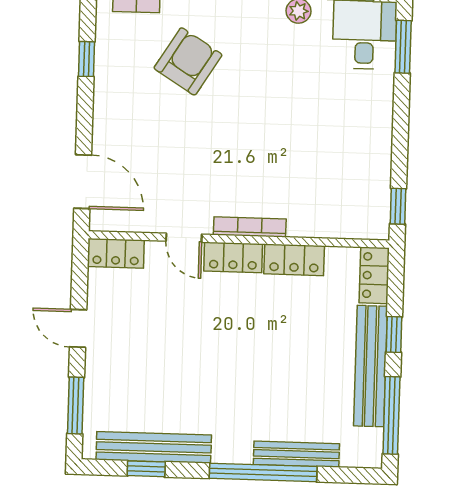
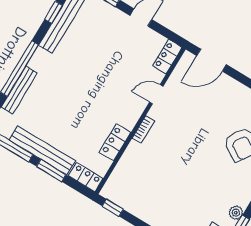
bookcase: (250, 227) -> (143, 129), width x0.64
locker: (233, 257) -> (133, 113), removed
window: (394, 334) -> (51, 171), width x1.50

